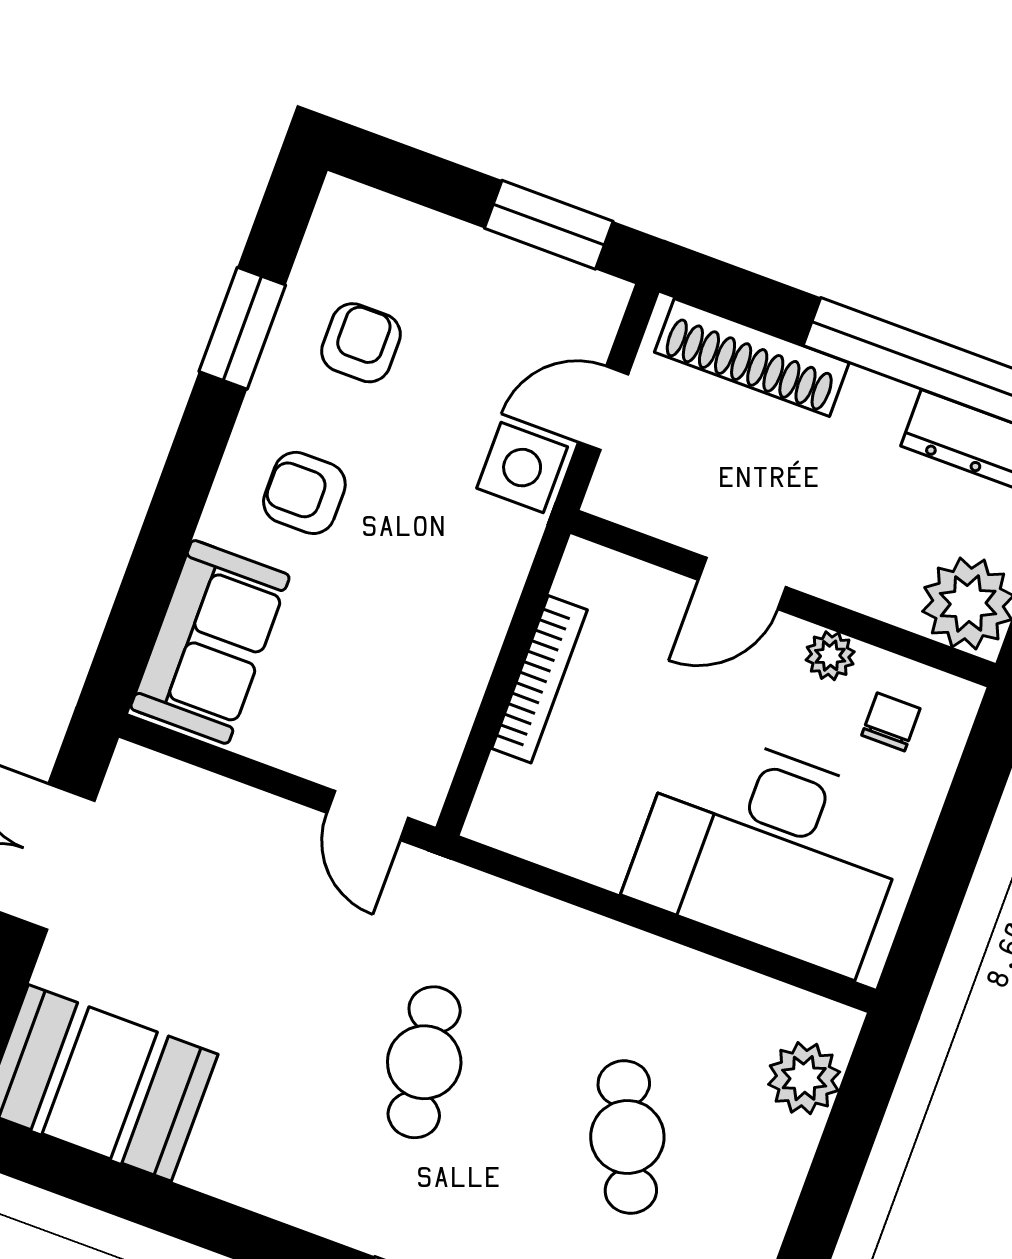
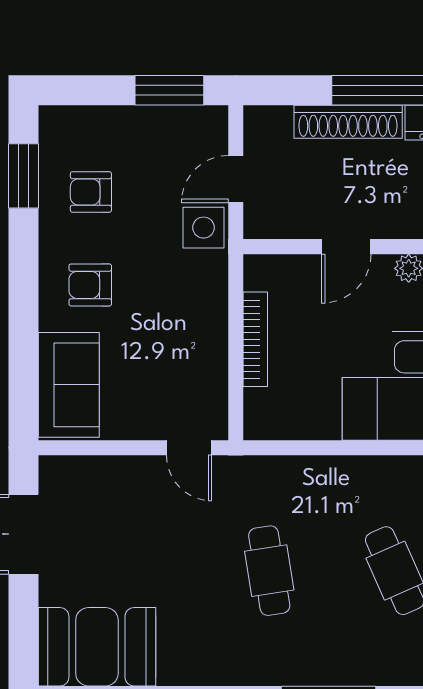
window: (242, 328) -> (23, 176), moved
armchair: (361, 343) -> (91, 192), turned -90
shoe rack: (752, 357) -> (348, 122), moved

